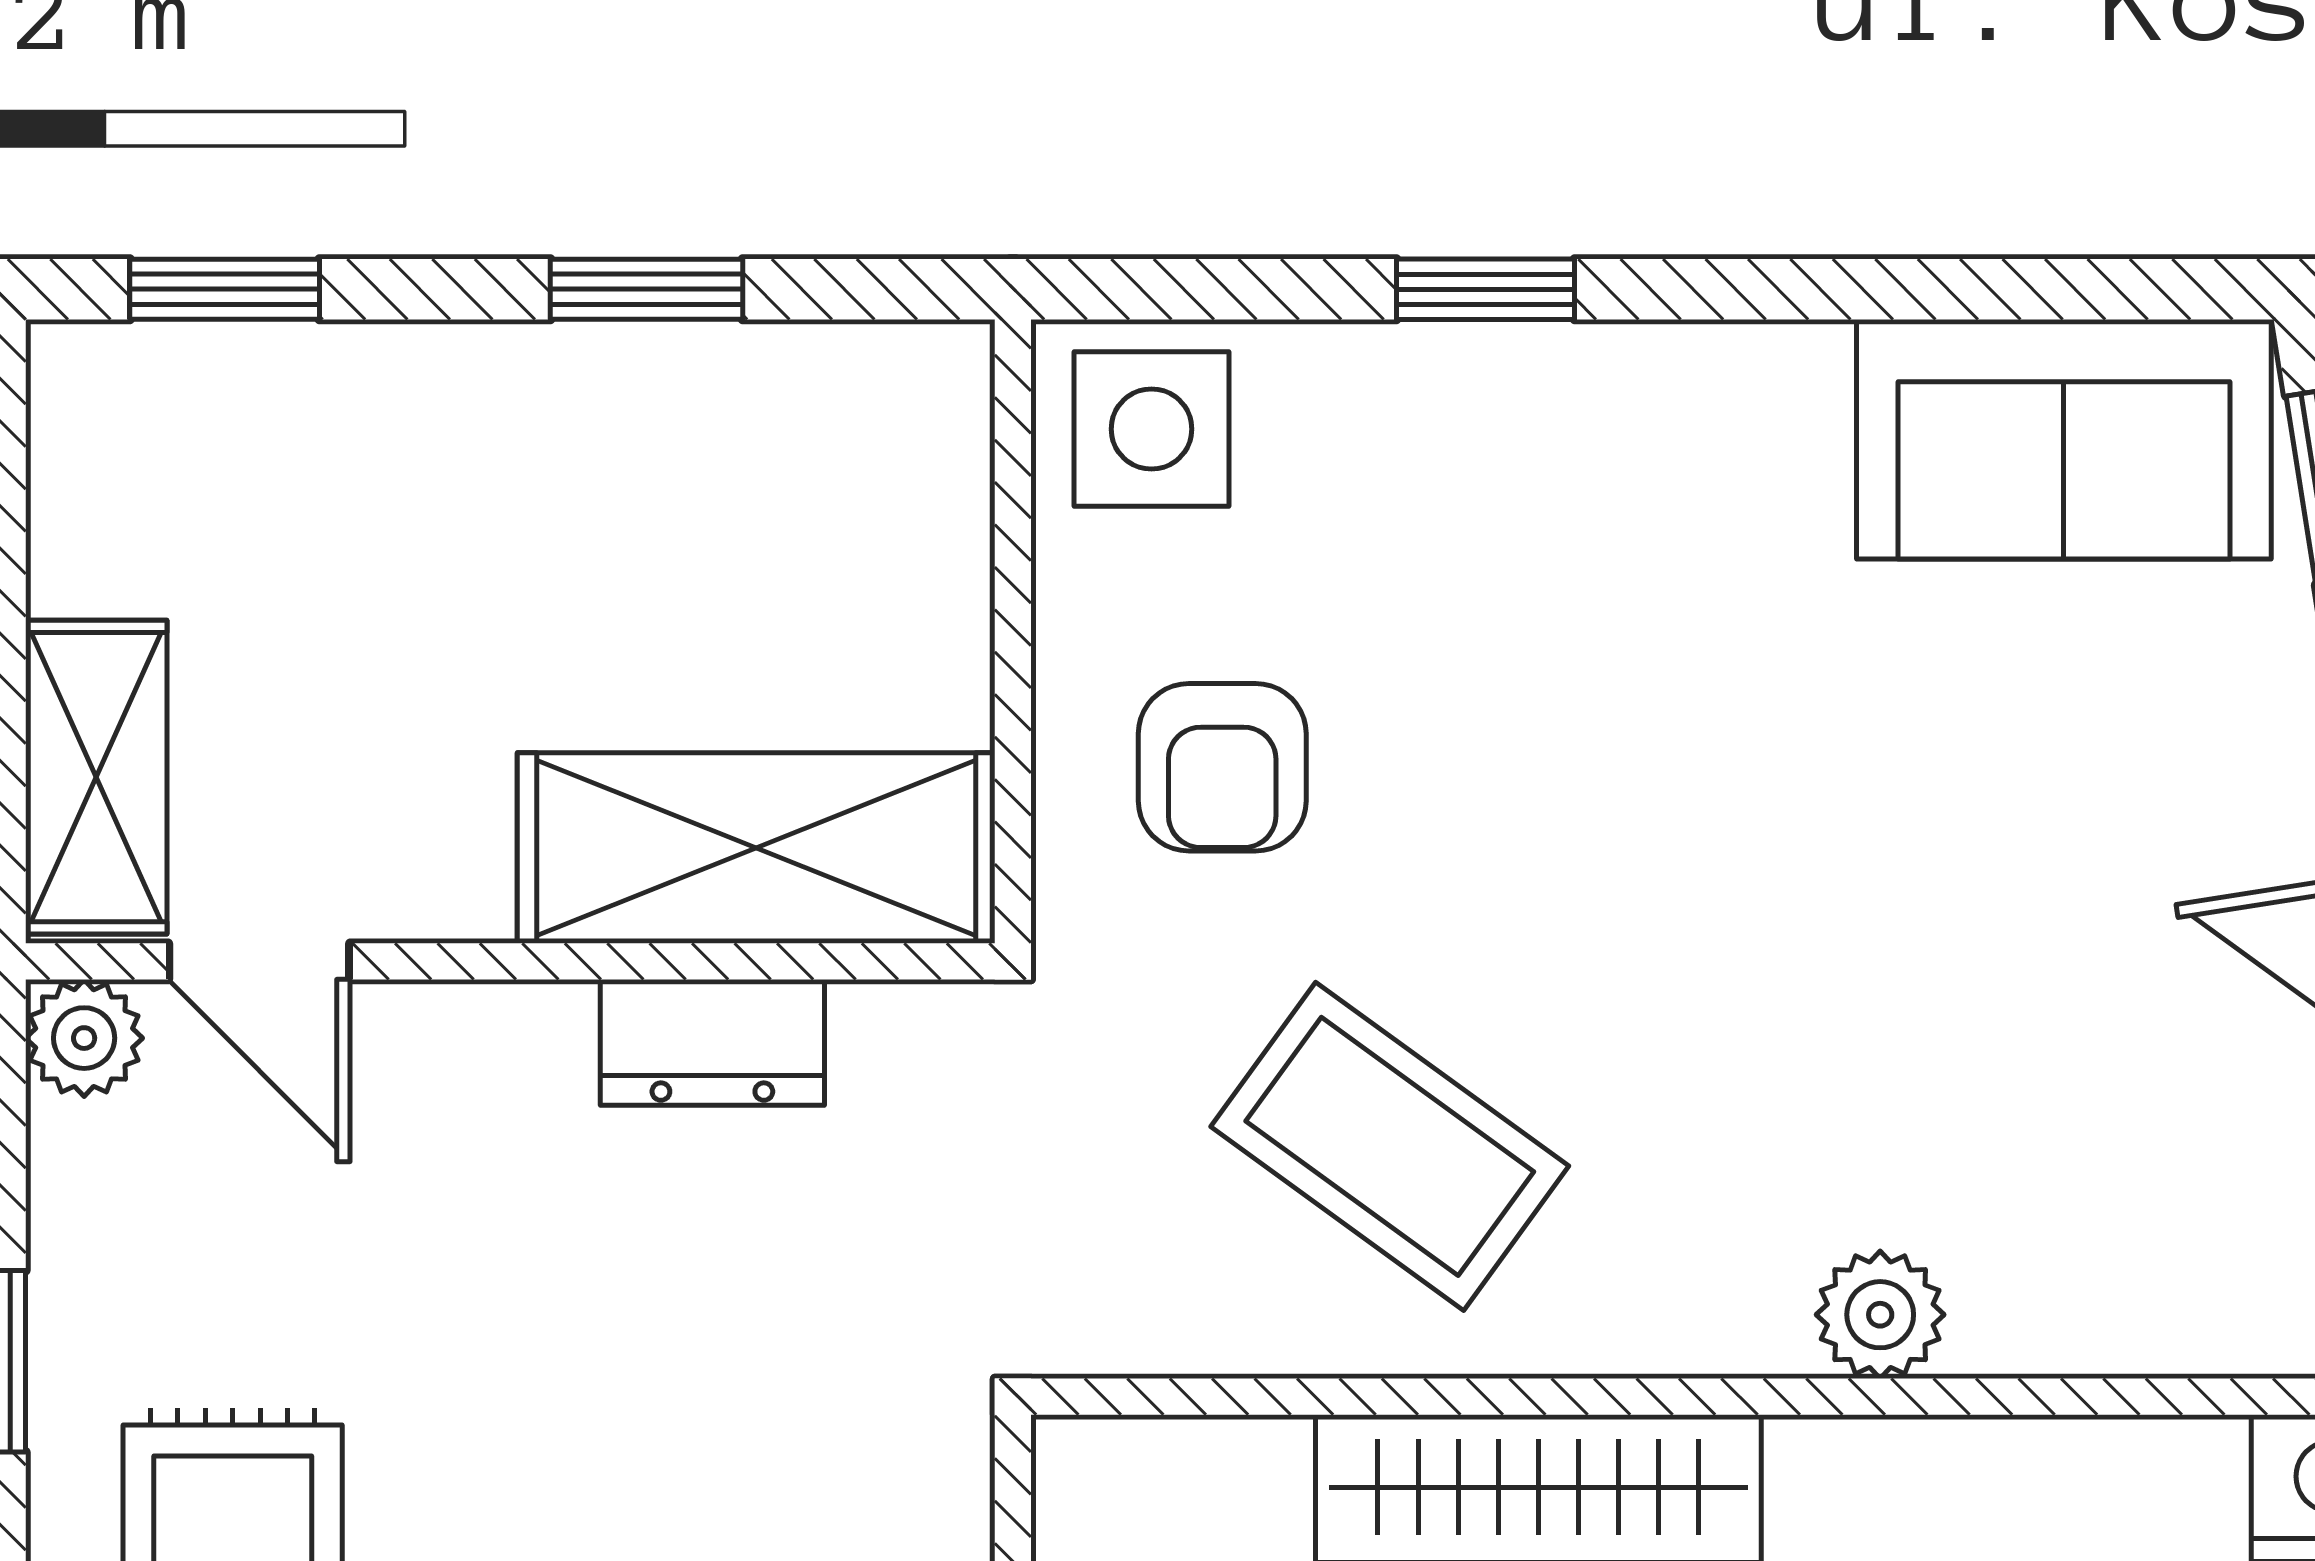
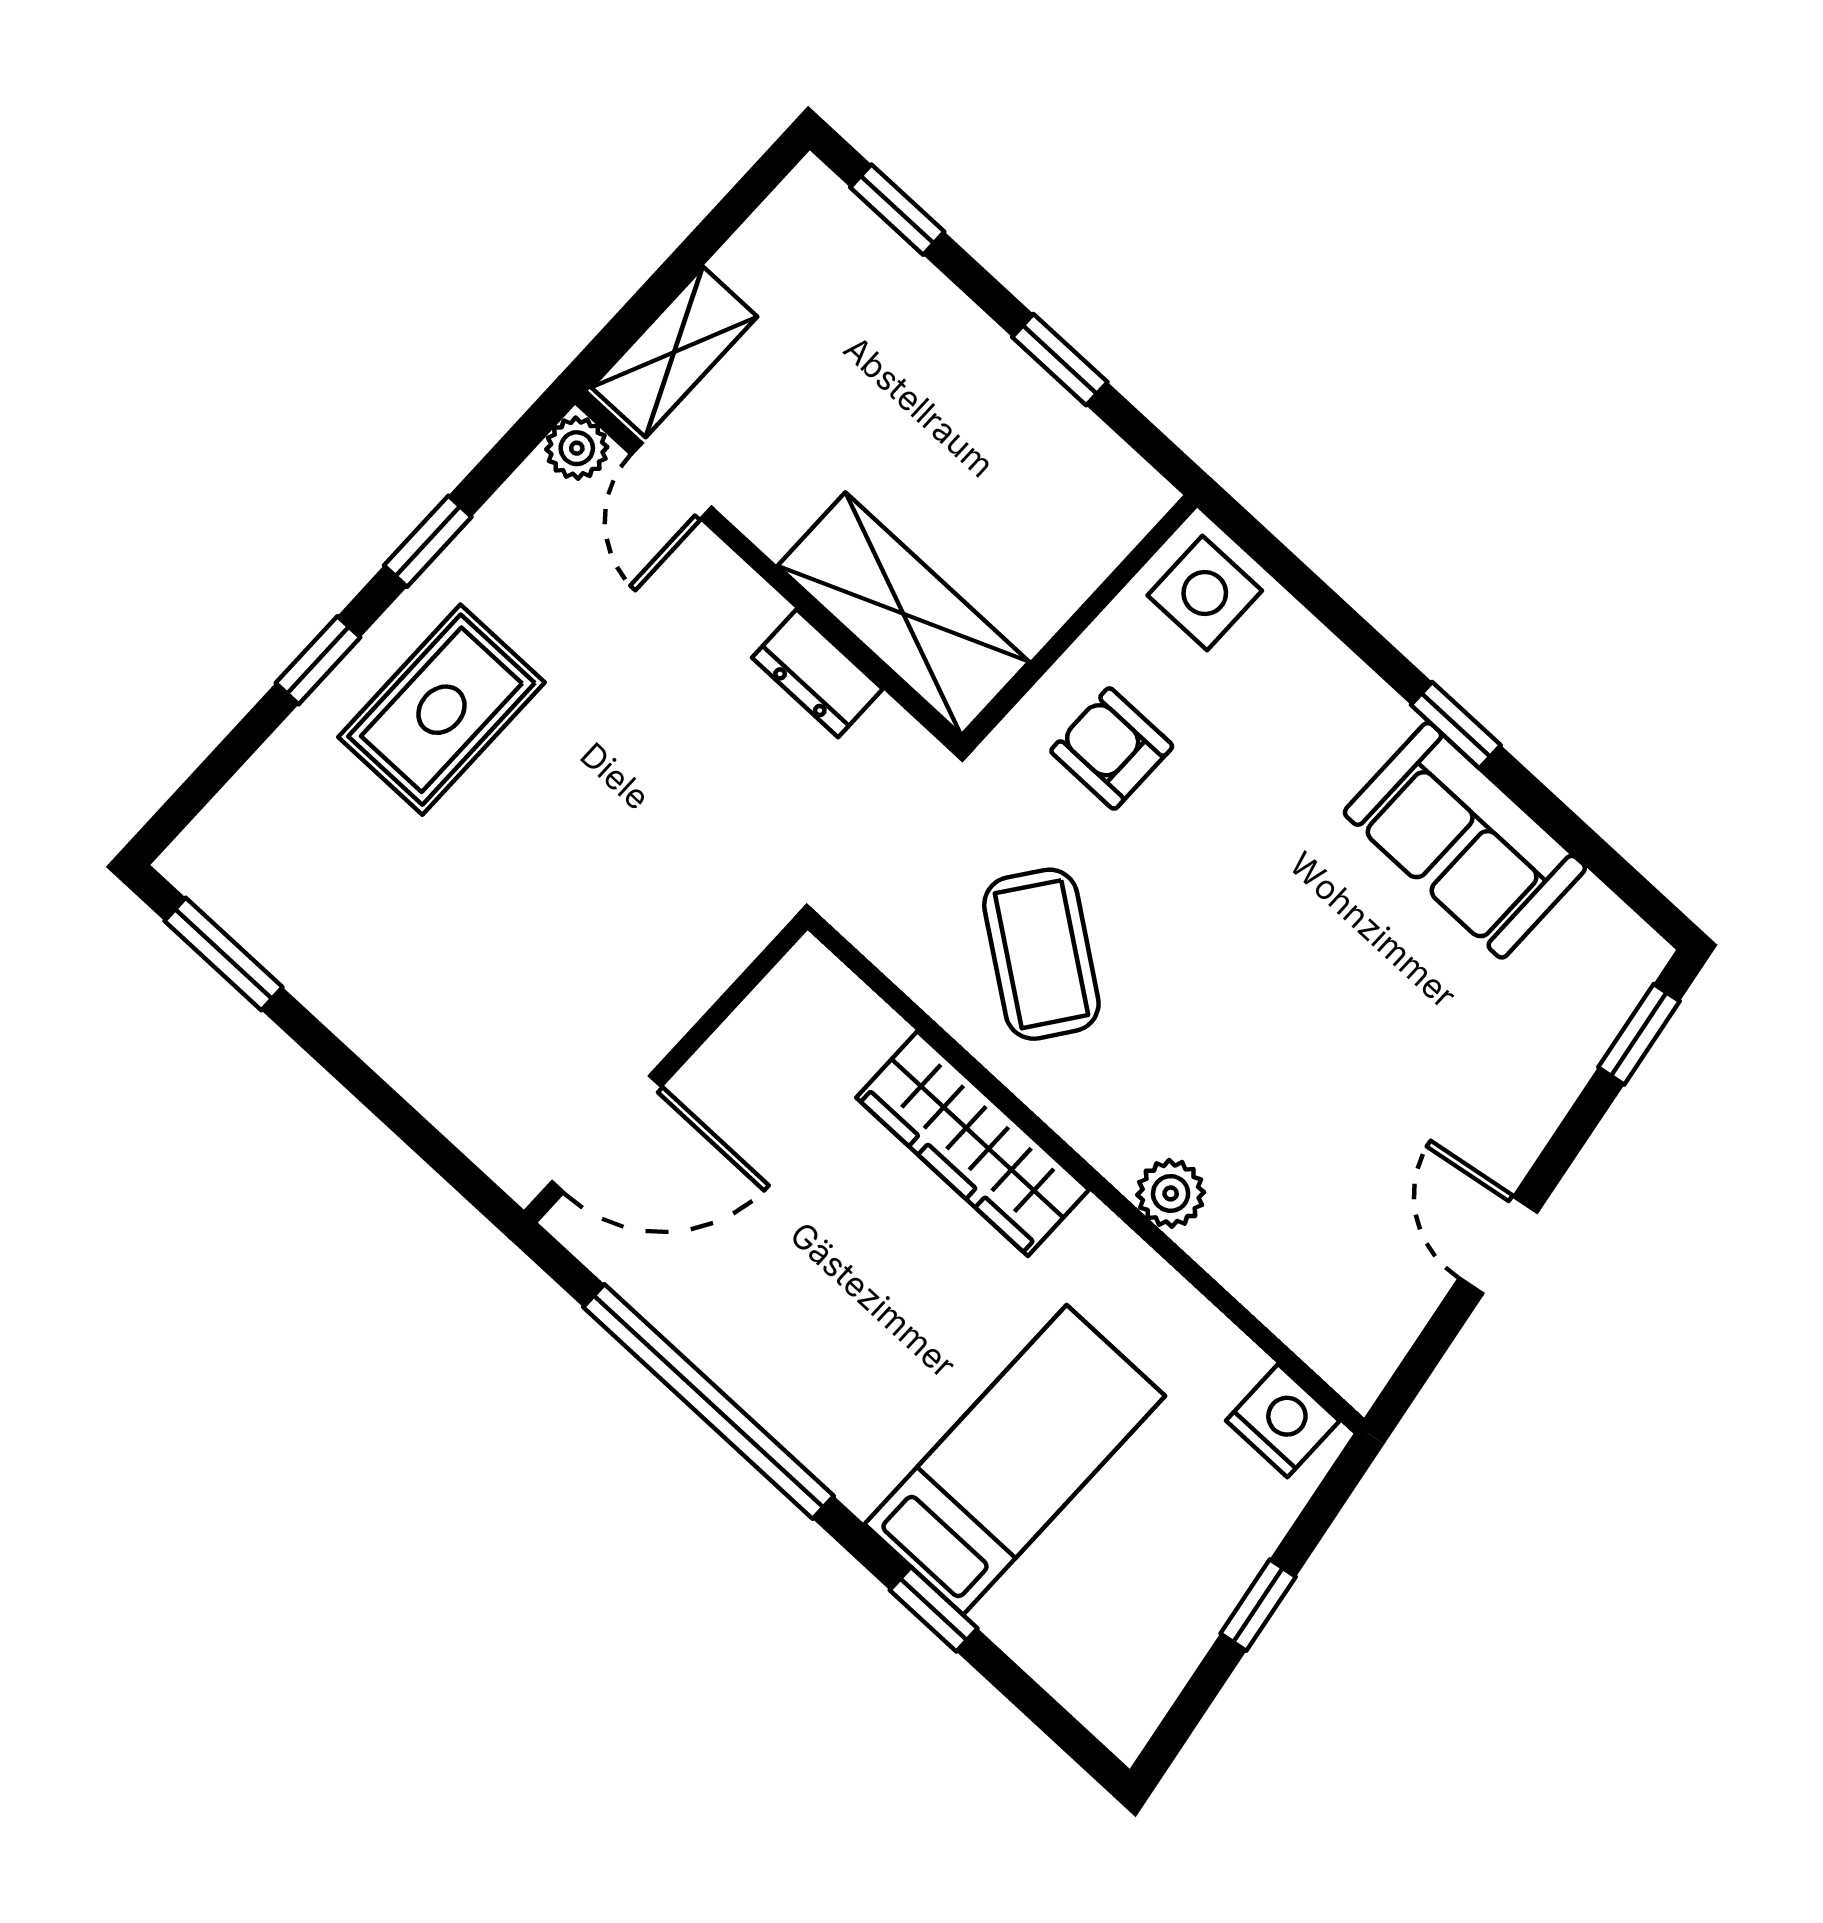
window: (1486, 289) -> (1456, 725), moved
sofa: (2064, 439) -> (1465, 840), moved
armchair: (1222, 767) -> (1112, 749), turned 90

